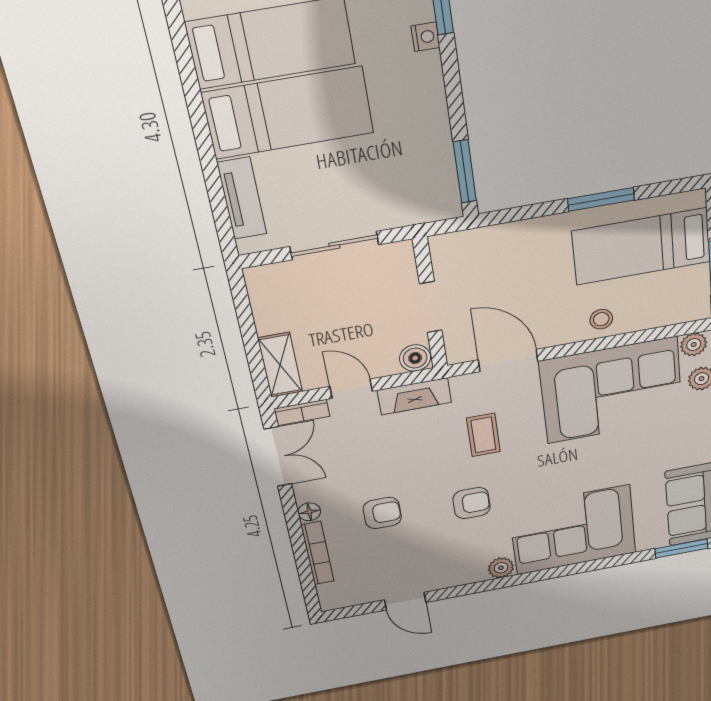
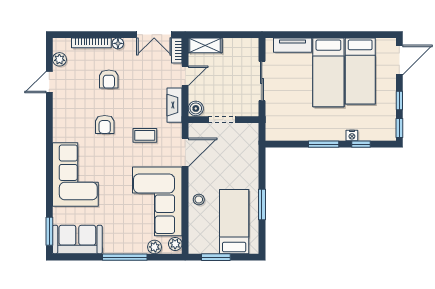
window: (465, 171) -> (324, 144), moved
plant: (501, 568) -> (59, 59), moved

